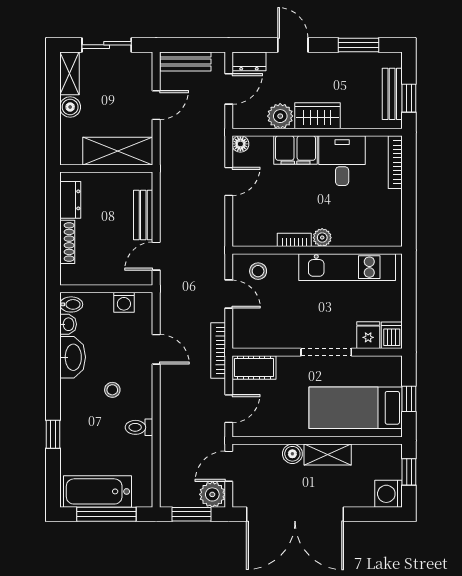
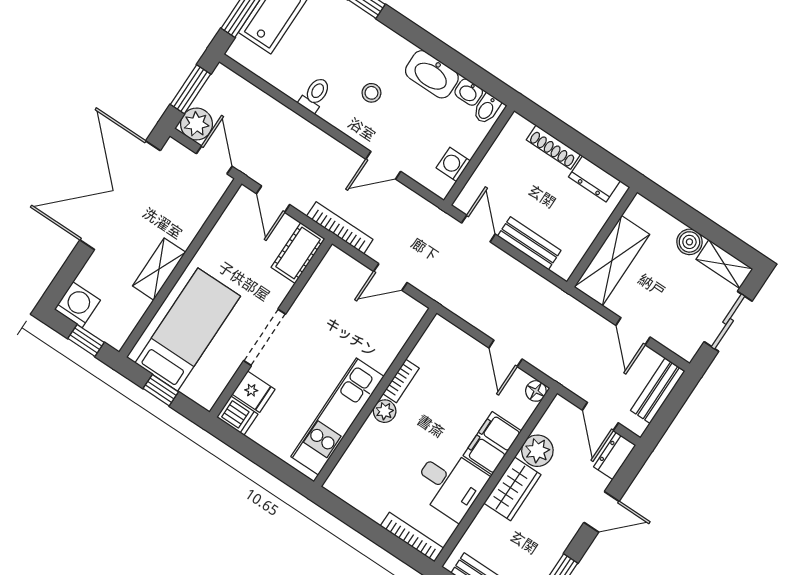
stool: (258, 271) -> (394, 323), removed
boiler: (292, 454) -> (184, 234), removed

